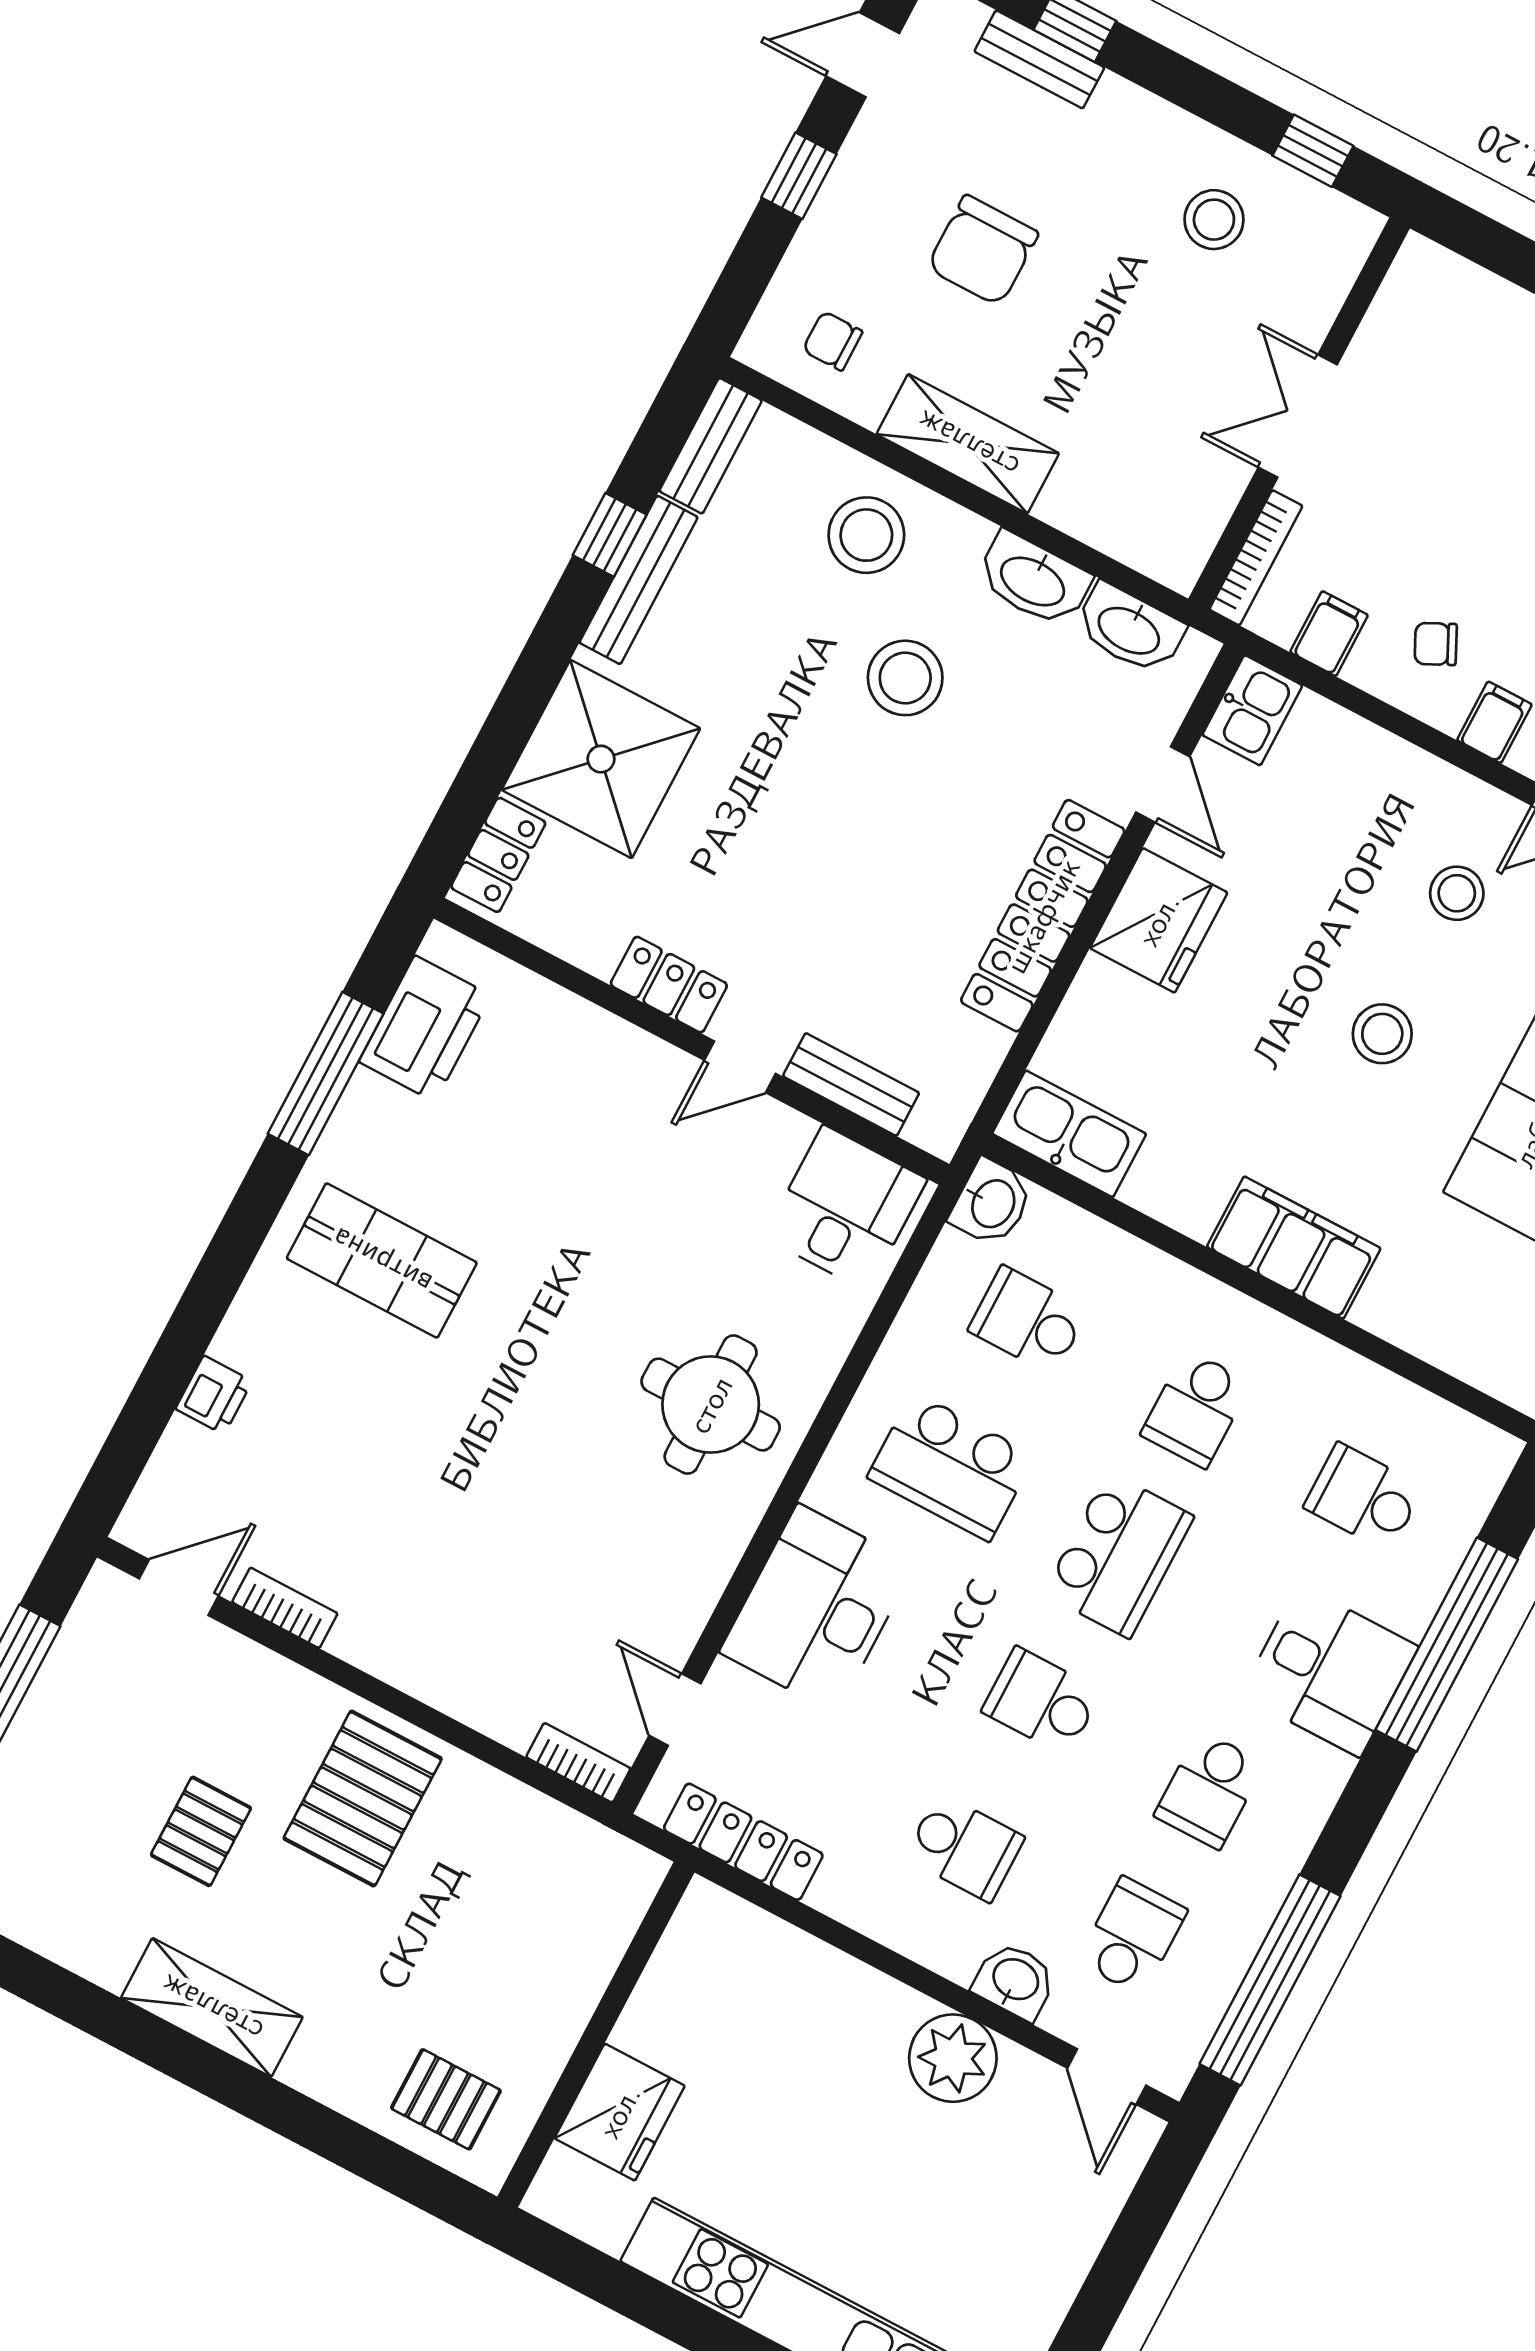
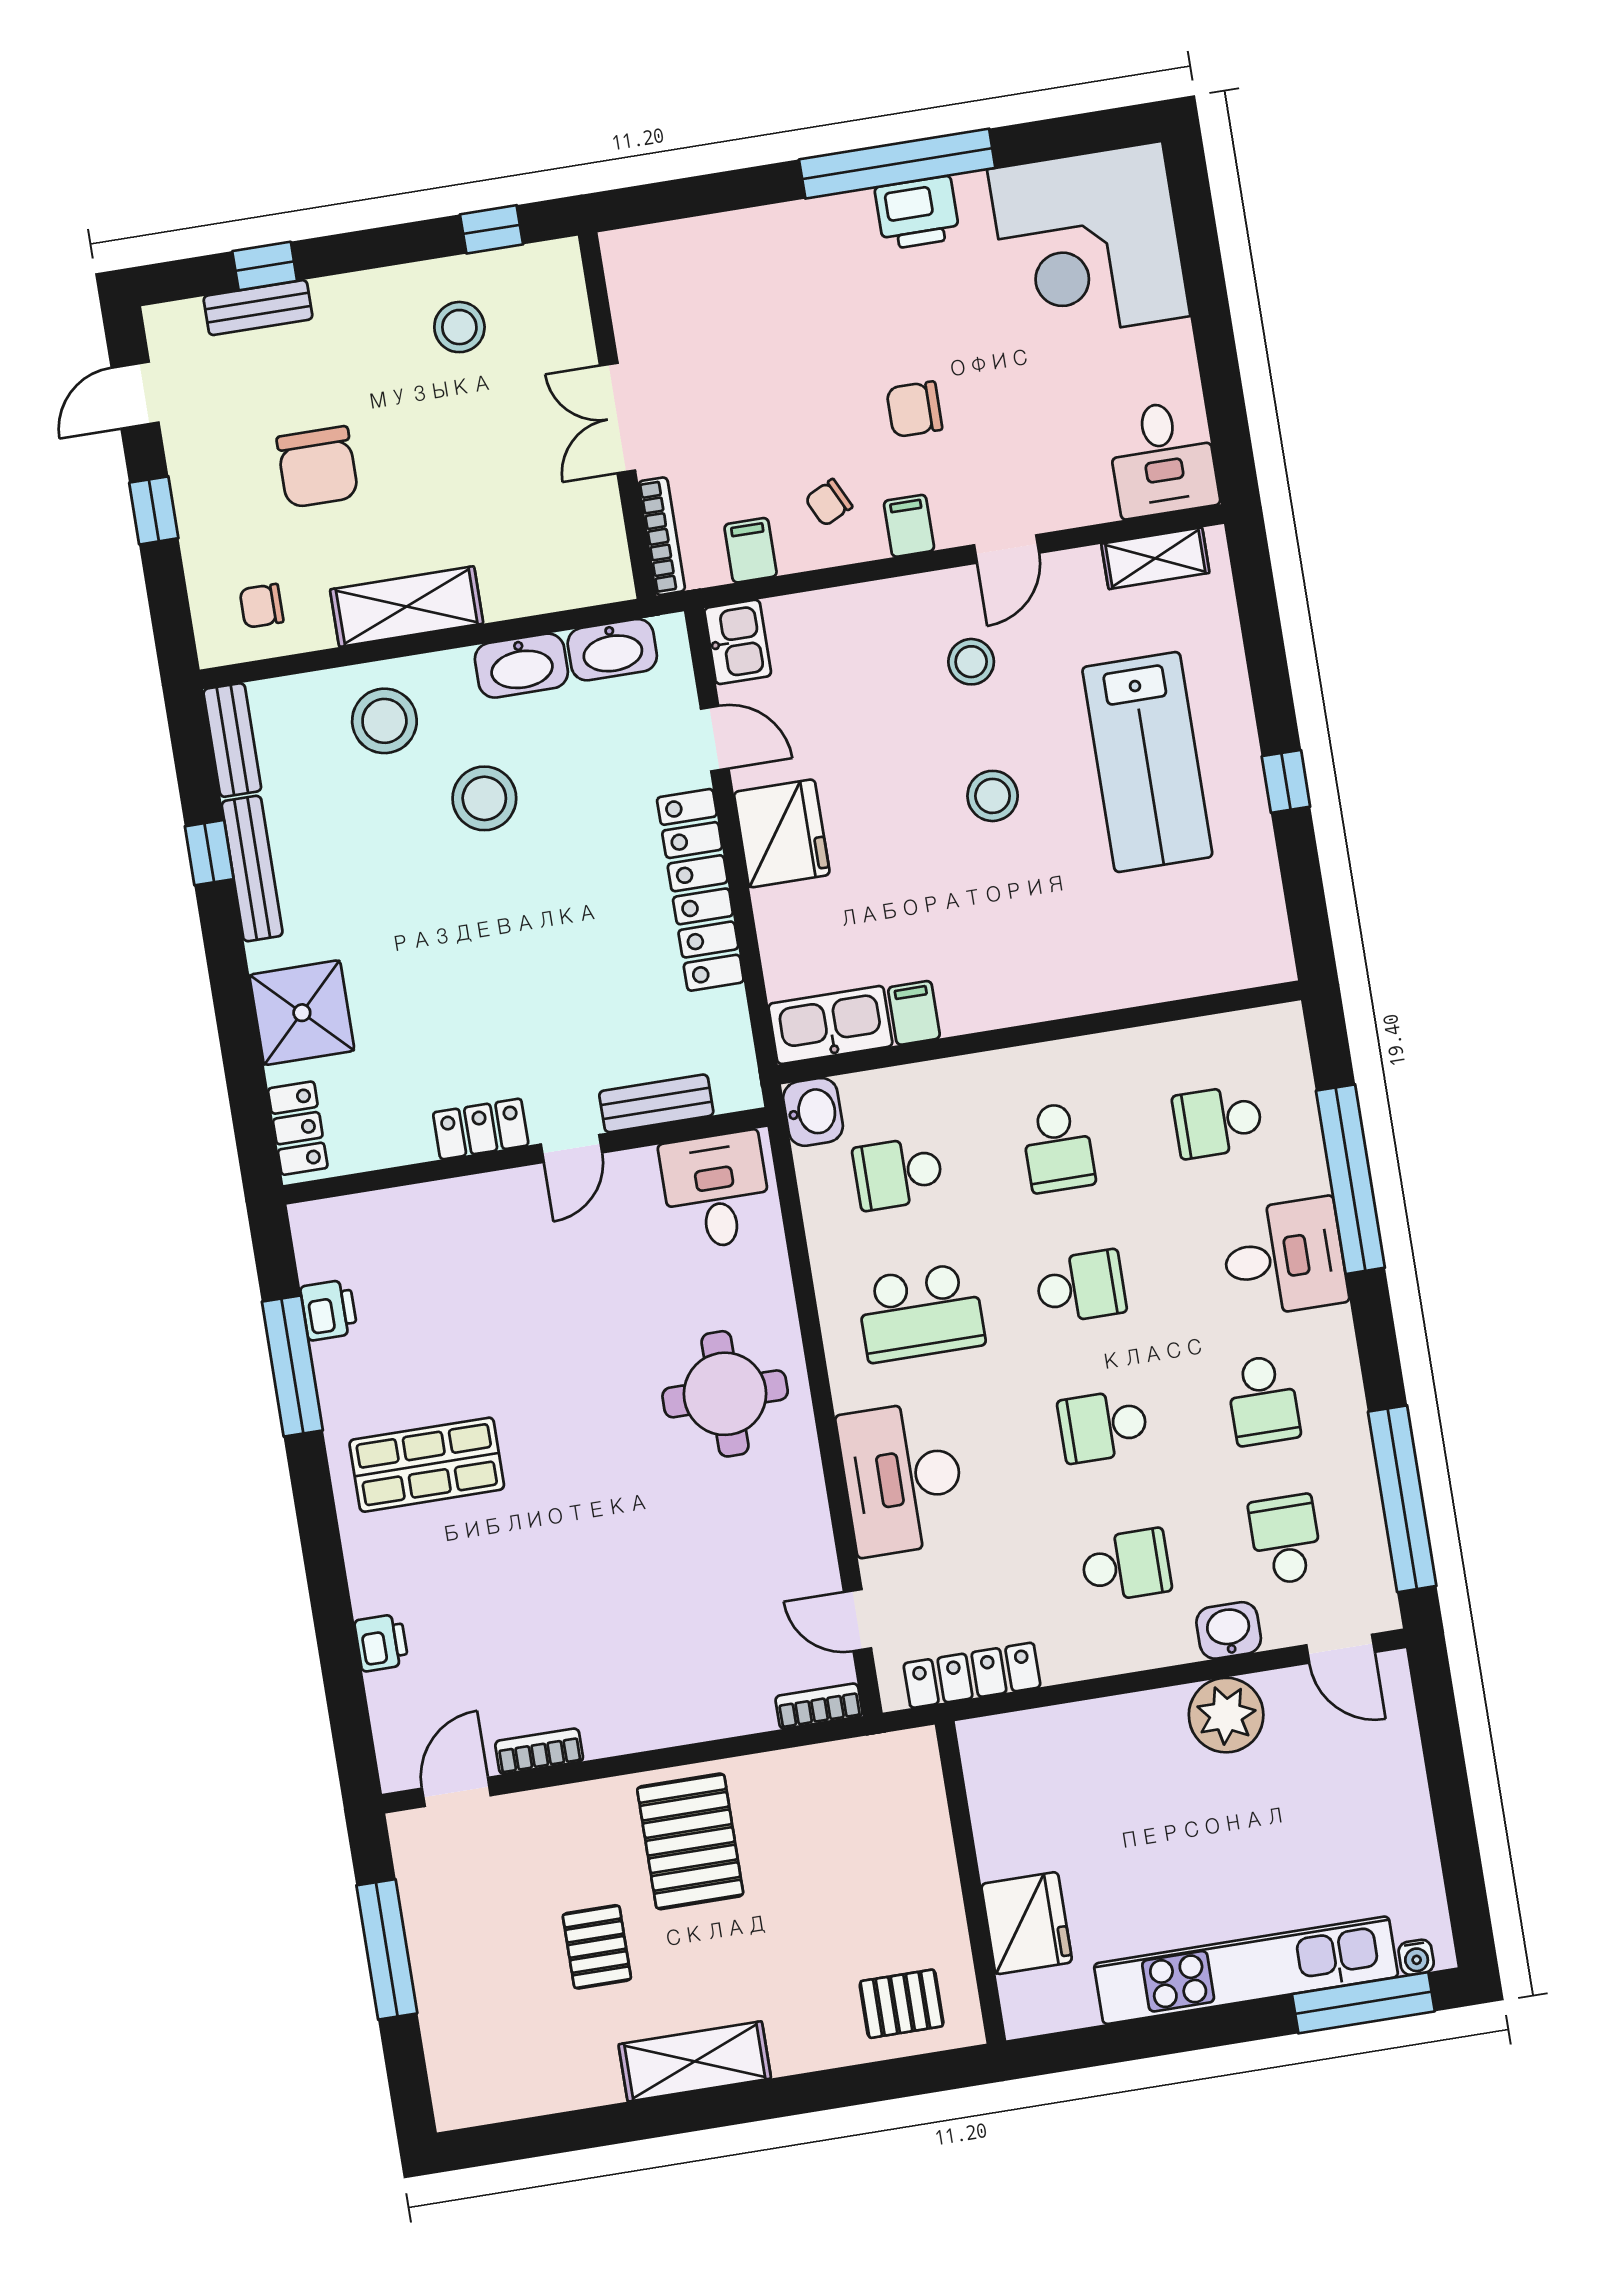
shower: (601, 759) -> (302, 1013), width x0.73, depth x0.73
printer: (425, 1028) -> (329, 1310), width x0.53, depth x0.68
filing cabinet: (1294, 1248) -> (914, 1013), moved, width x0.33, depth x0.86
school desk: (1119, 1555) -> (1081, 1287), width x0.54

